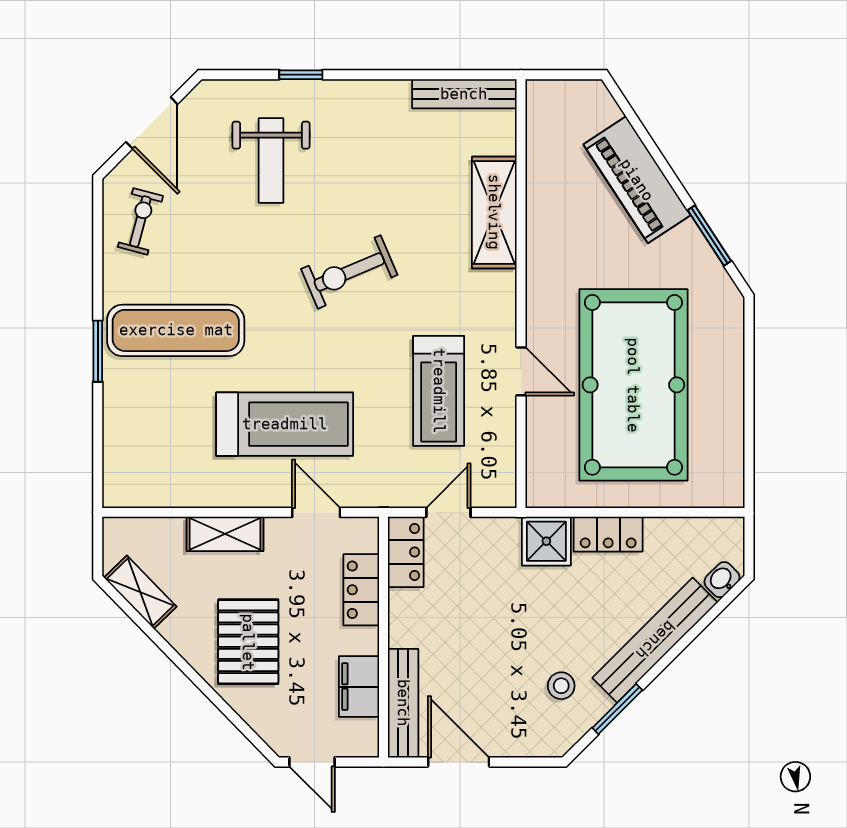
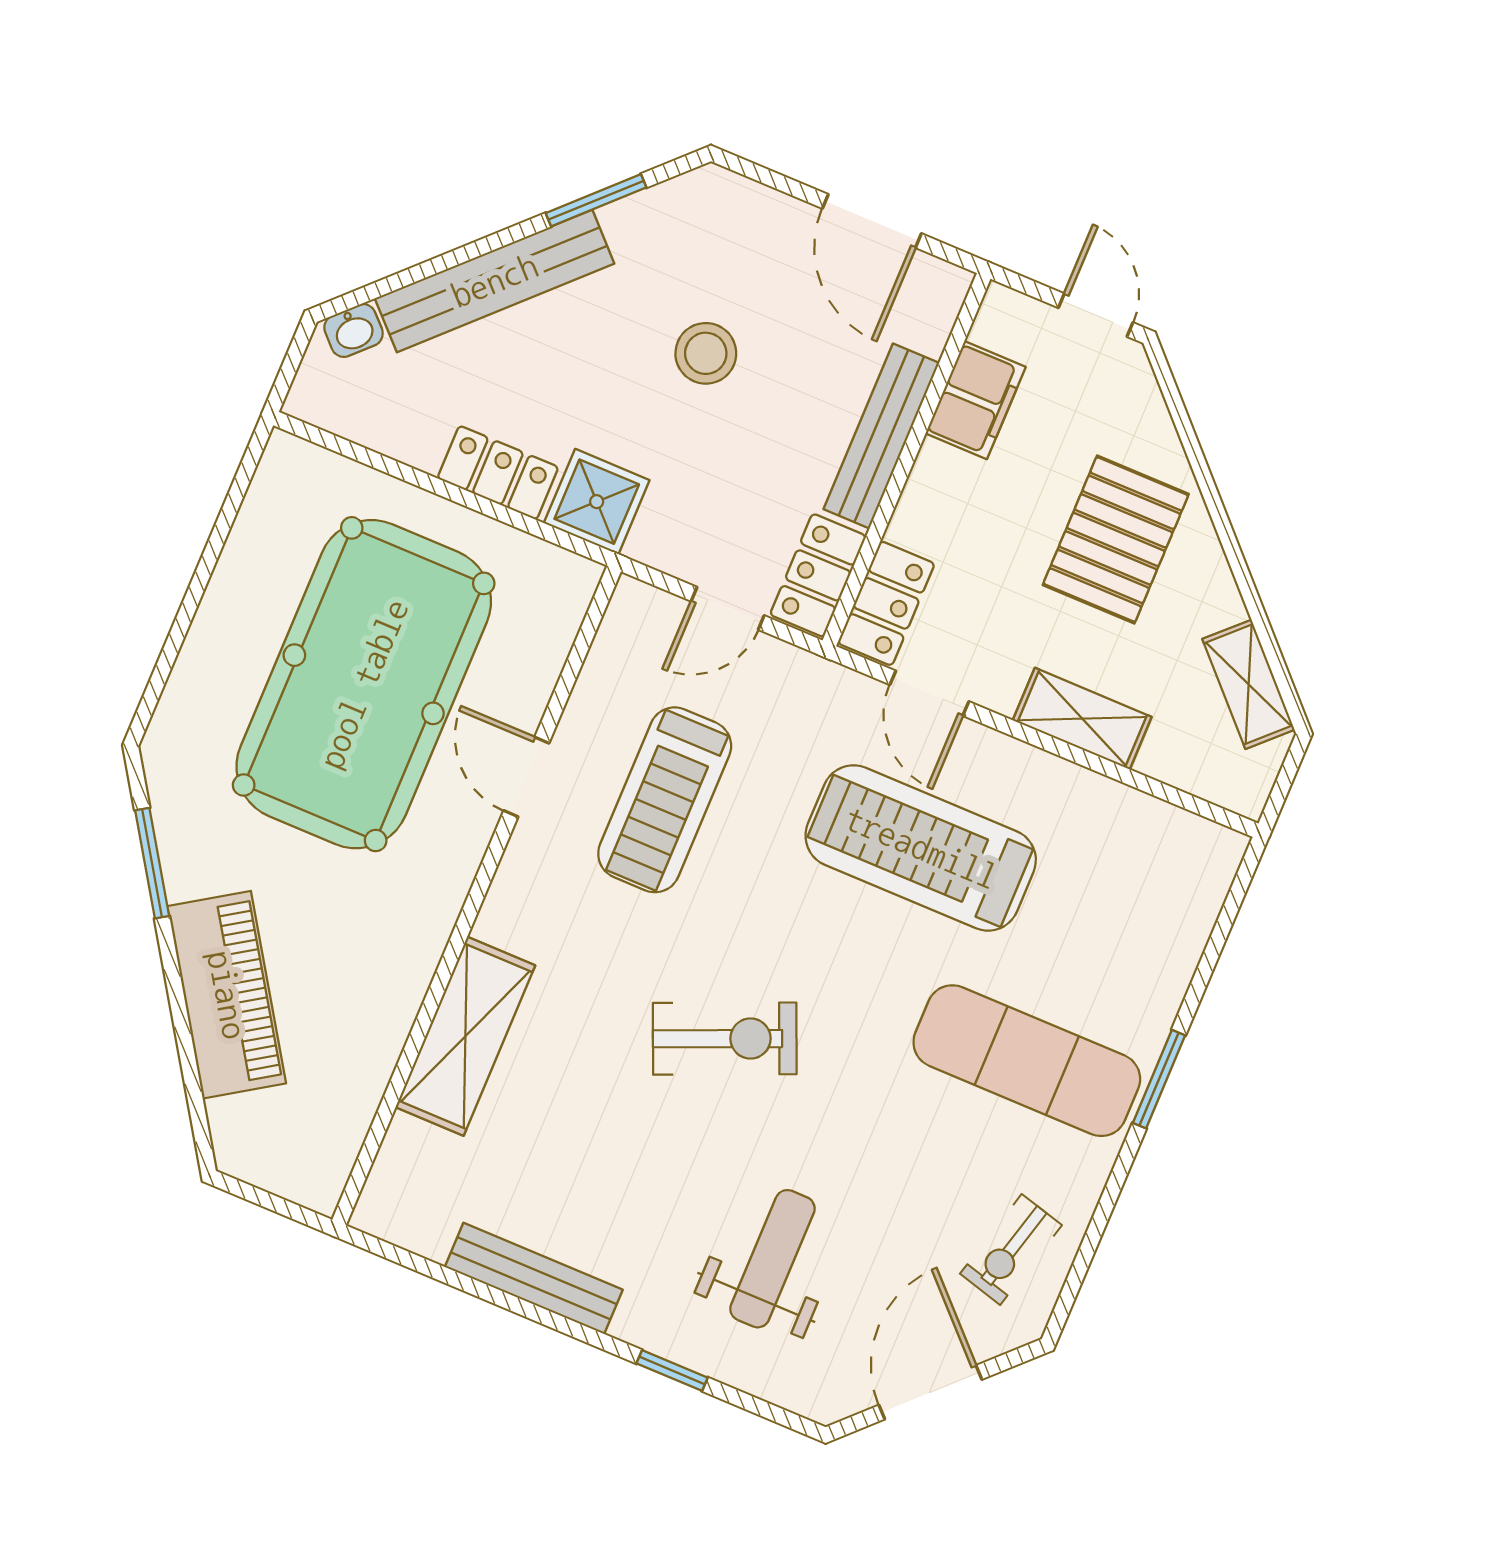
bench: (464, 94) -> (534, 1278), moved
treadmill: (439, 391) -> (665, 800), turned 180
locker: (361, 590) -> (886, 603), moved
stool: (561, 686) -> (706, 353), moved, width x1.37, depth x1.37
bench: (403, 703) -> (881, 436), moved

